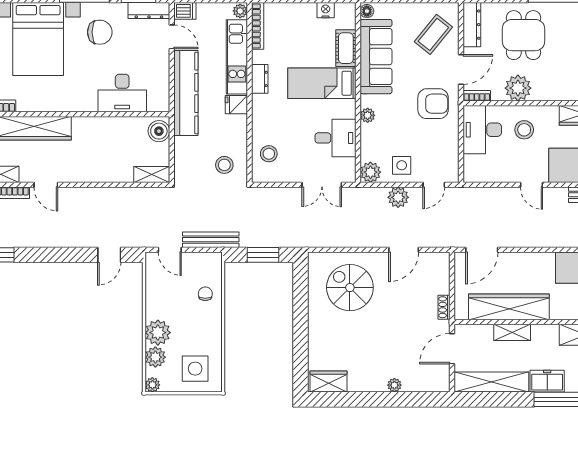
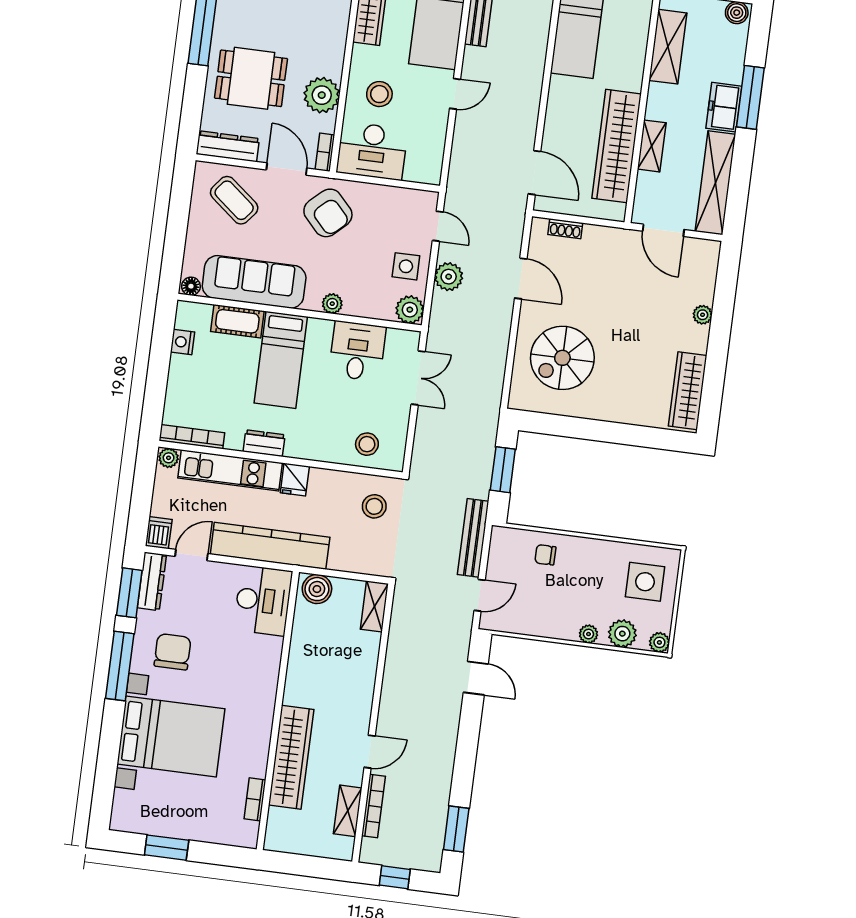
desk: (122, 93) -> (263, 601), moved
armchair: (433, 104) -> (328, 213), turned 137
shoe rack: (444, 307) -> (565, 229), moved
plant: (158, 333) -> (588, 634), width x0.53, depth x0.53
wardrobe: (329, 382) -> (688, 391), width x1.50

